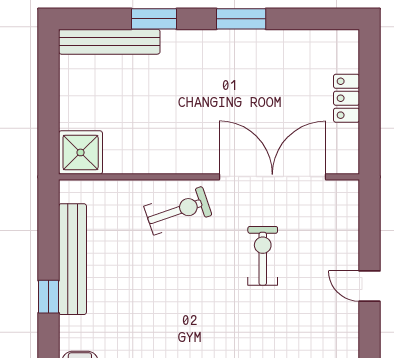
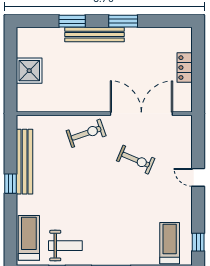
bench: (109, 42) -> (95, 35), moved
shower: (81, 152) -> (29, 71), moved
exercise bike: (263, 256) -> (136, 160), turned 113

